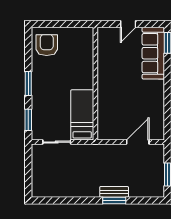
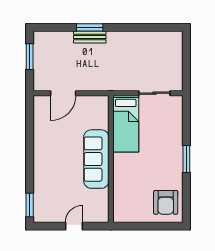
sofa: (153, 53) -> (96, 159), moved, turned 180
window: (28, 120) -> (186, 118), removed

